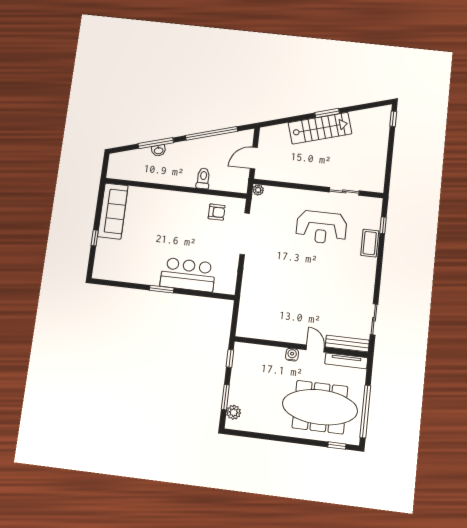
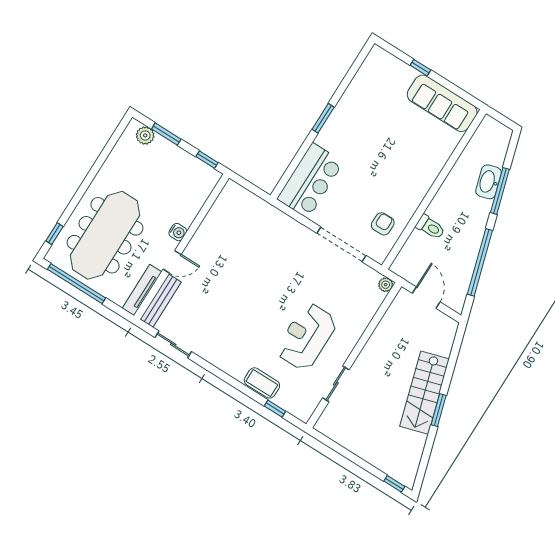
washbasin: (159, 150) -> (489, 182), width x1.91, depth x1.45
armchair: (217, 212) -> (383, 224), turned 180
bar counter: (188, 275) -> (310, 181), moved

